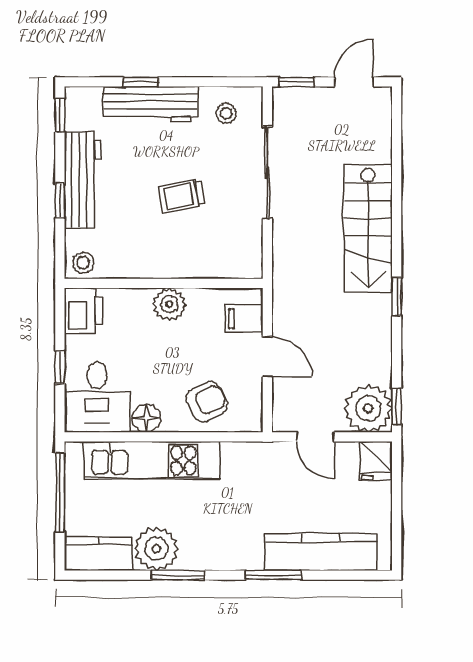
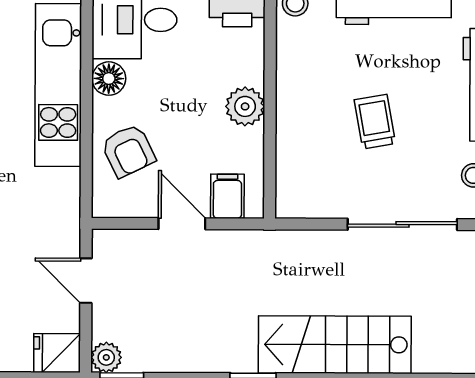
door: (267, 357) -> (182, 224), swing flipped
plant: (368, 408) -> (106, 357), width x0.53, depth x0.53
door: (315, 437) -> (86, 281), hinge flipped

